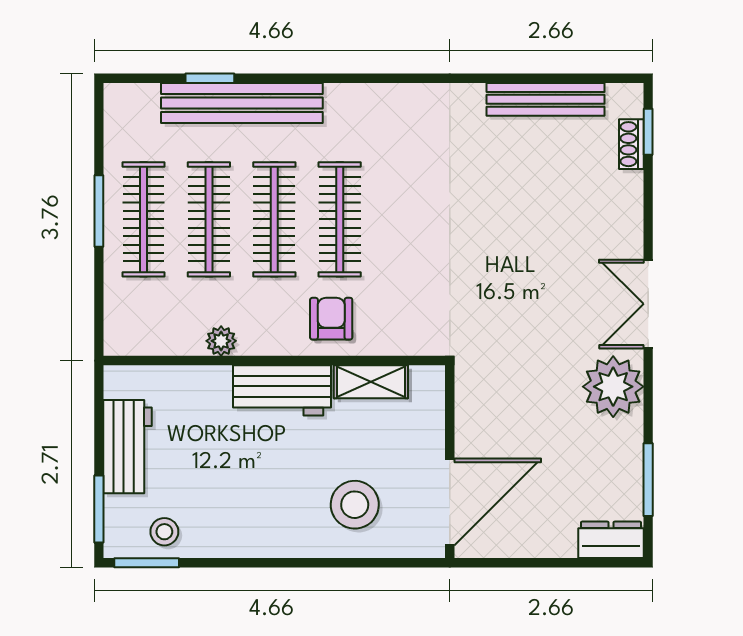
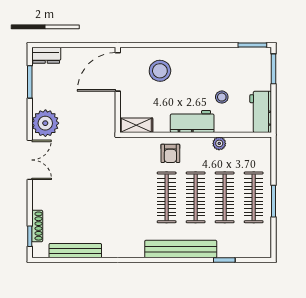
bench: (242, 103) -> (181, 249), moved
shoe rack: (631, 144) -> (37, 226), width x1.43
shelving: (371, 382) -> (136, 125), moved
workbench: (128, 447) -> (261, 112), moved
stool: (164, 532) -> (222, 97), moved

